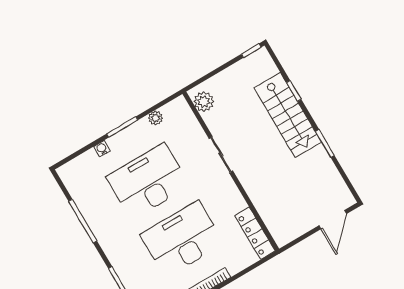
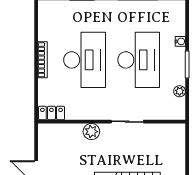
plant: (204, 102) -> (91, 132), moved
locker: (255, 233) -> (51, 113), width x0.66

